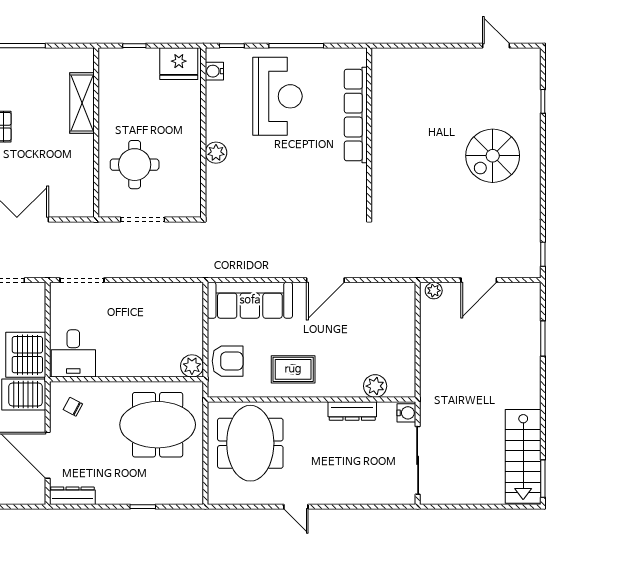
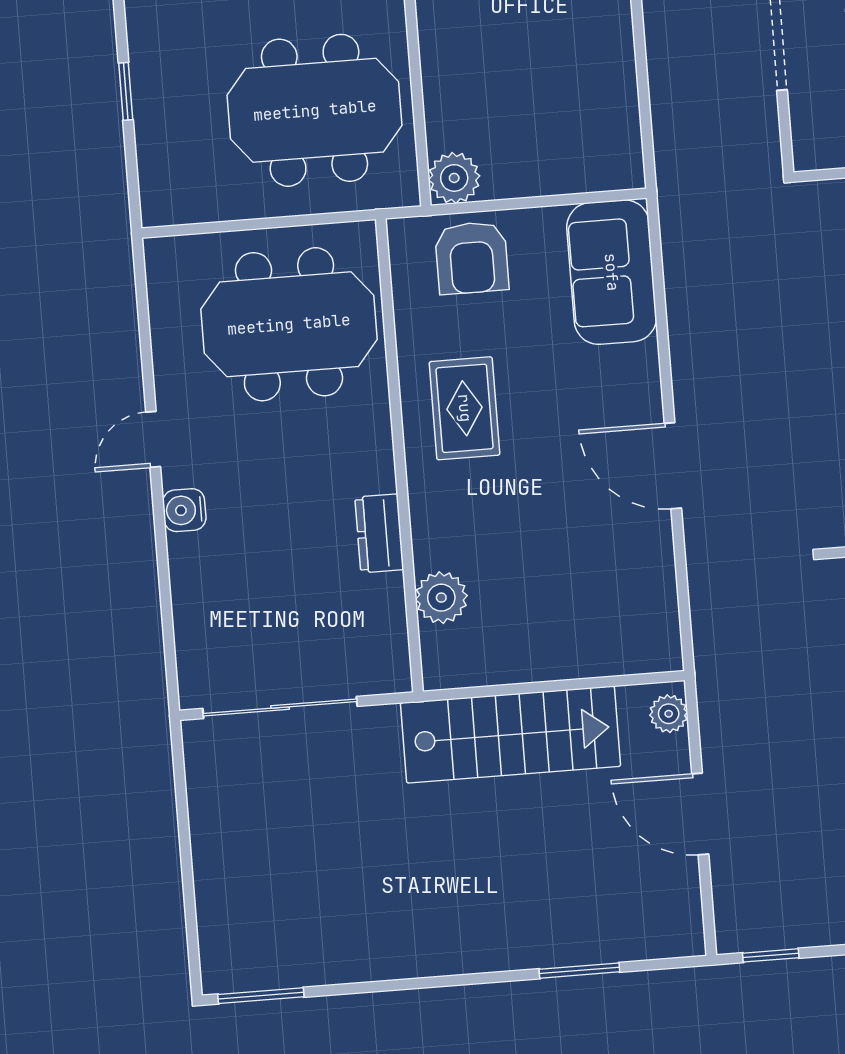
sofa: (250, 300) -> (612, 272), width x0.73
dresser: (352, 411) -> (379, 533), width x0.70
water cooler: (406, 413) -> (184, 510), moved, turned 90
meeting table: (158, 425) -> (315, 110), turned 90
stairs: (523, 456) -> (511, 735), moved, turned 180

